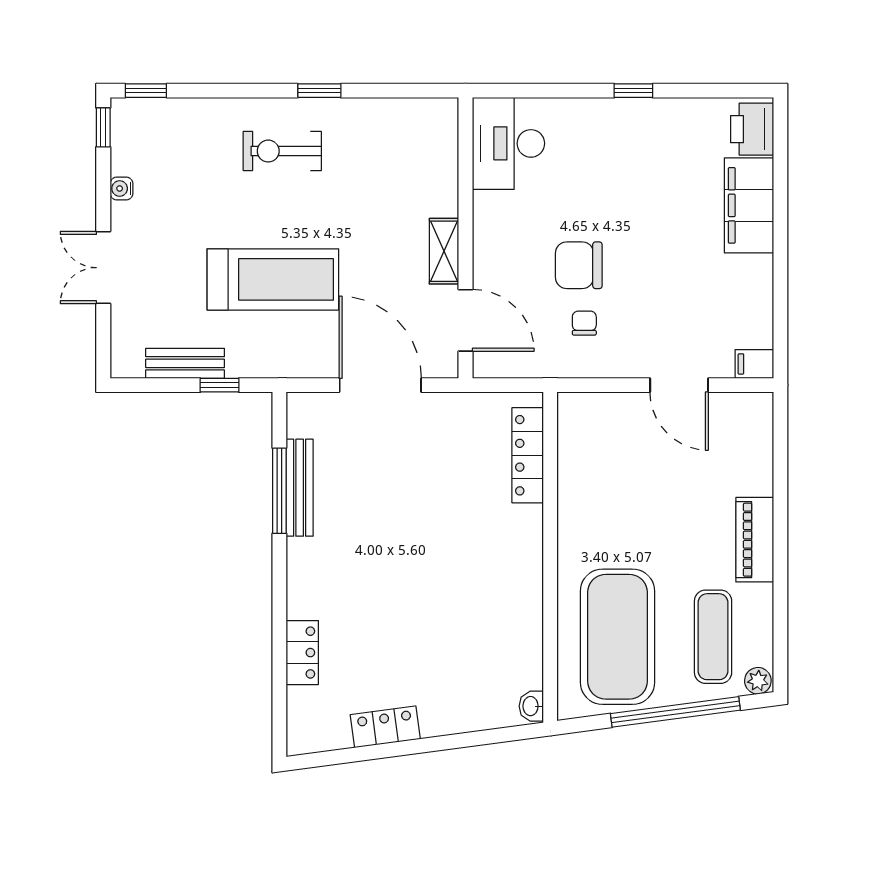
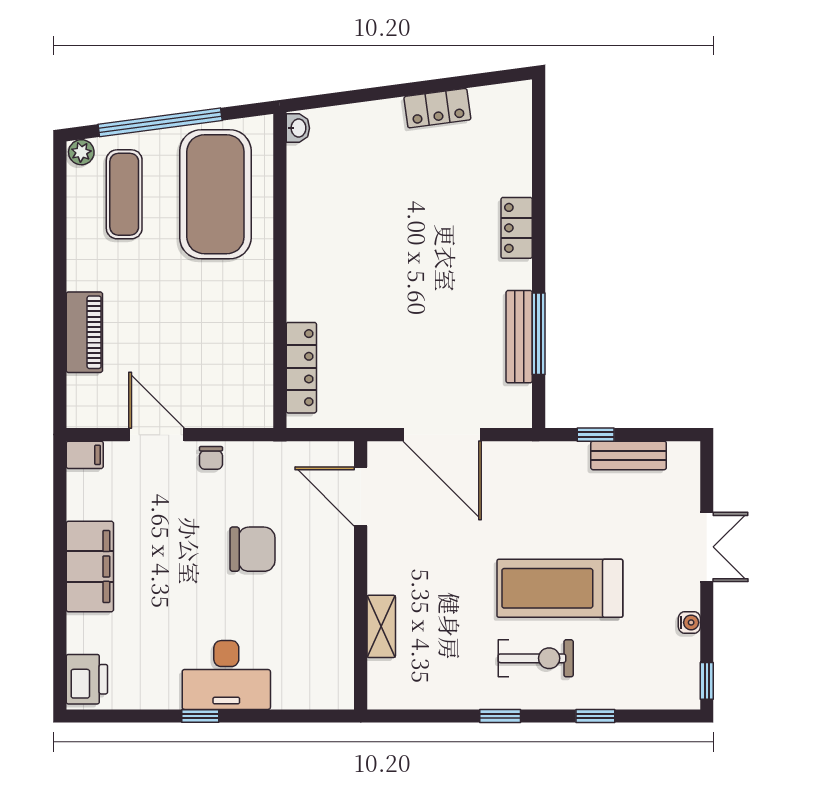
window: (146, 91) -> (595, 716), moved
desk: (508, 143) -> (226, 675), moved, turned 90
filing cabinet: (749, 205) -> (90, 566), moved
shelving: (444, 251) -> (381, 626), moved
treadmill: (273, 279) -> (560, 588), moved
chair: (584, 323) -> (211, 458), moved
piano: (755, 540) -> (84, 332), moved
locker: (302, 653) -> (517, 228), moved

